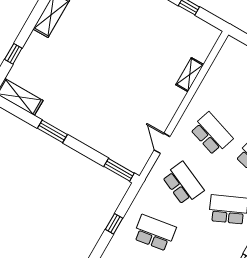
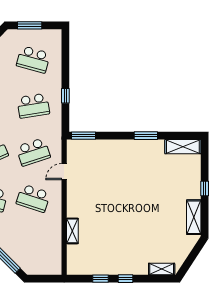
window: (13, 54) -> (205, 188), moved
door: (162, 143) -> (64, 172), swing flipped
school desk: (183, 183) -> (33, 152), turned -42

